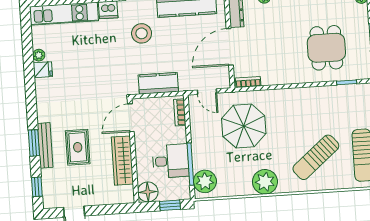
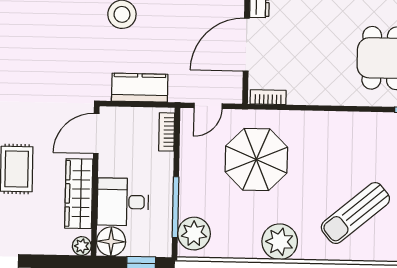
door: (207, 92) -> (208, 106), hinge flipped
desk: (171, 161) -> (123, 202), moved, turned 180
plant: (128, 197) -> (82, 246), added

